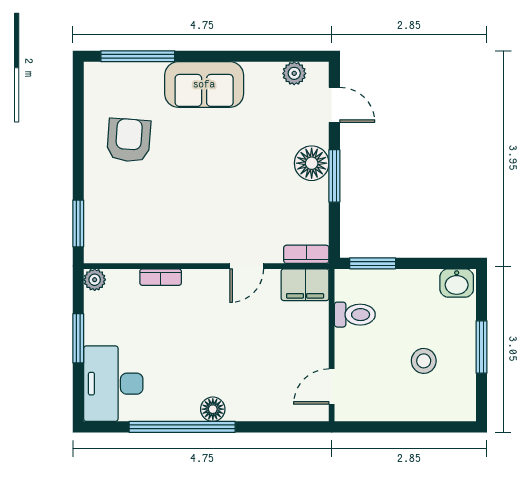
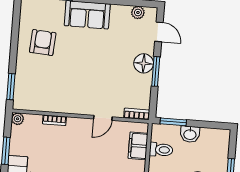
washbasin: (457, 283) -> (190, 134), moved
filing cabinet: (305, 285) -> (138, 146), moved, turned 90

